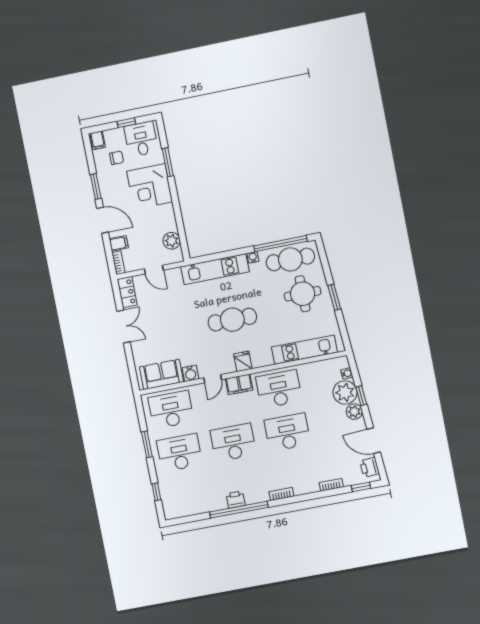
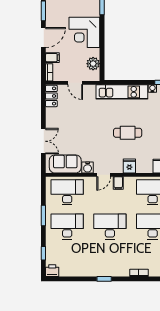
corner desk: (150, 187) -> (84, 32), moved
door: (102, 220) -> (43, 38), hinge flipped
cafe table: (232, 320) -> (128, 133), width x0.73, depth x0.74
double door: (124, 327) -> (43, 141), moved
filing cabinet: (239, 384) -> (118, 183), width x0.50
printer: (236, 500) -> (52, 271), moved
window: (239, 510) -> (104, 279), width x0.32

